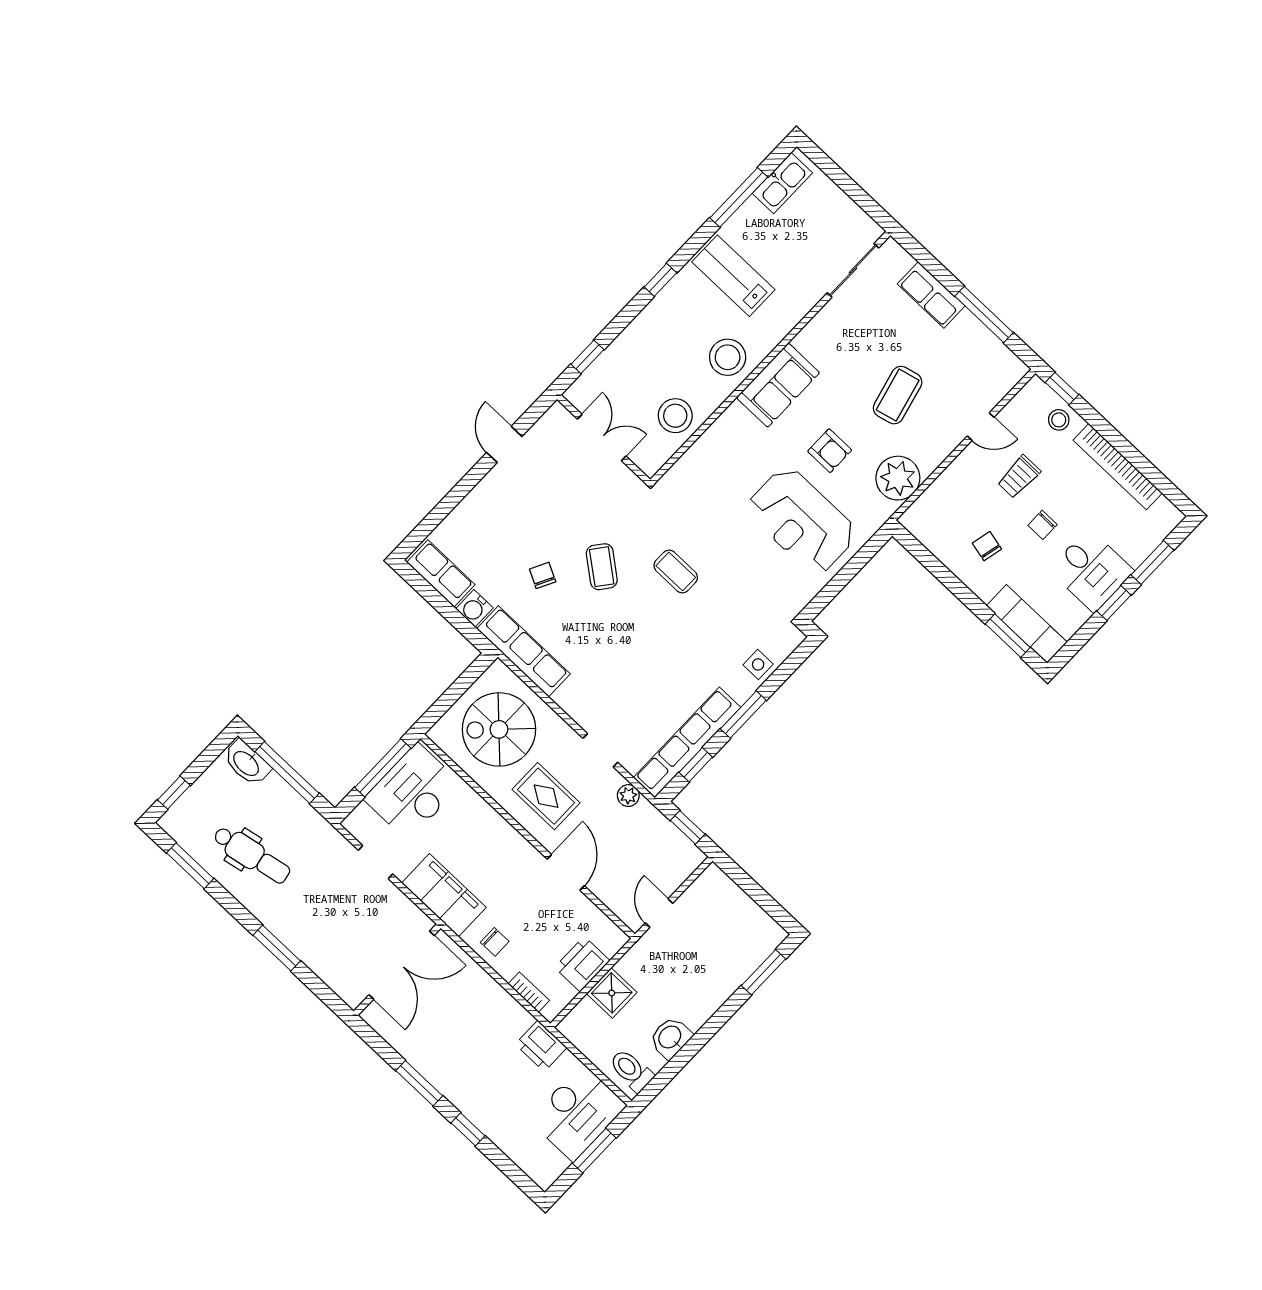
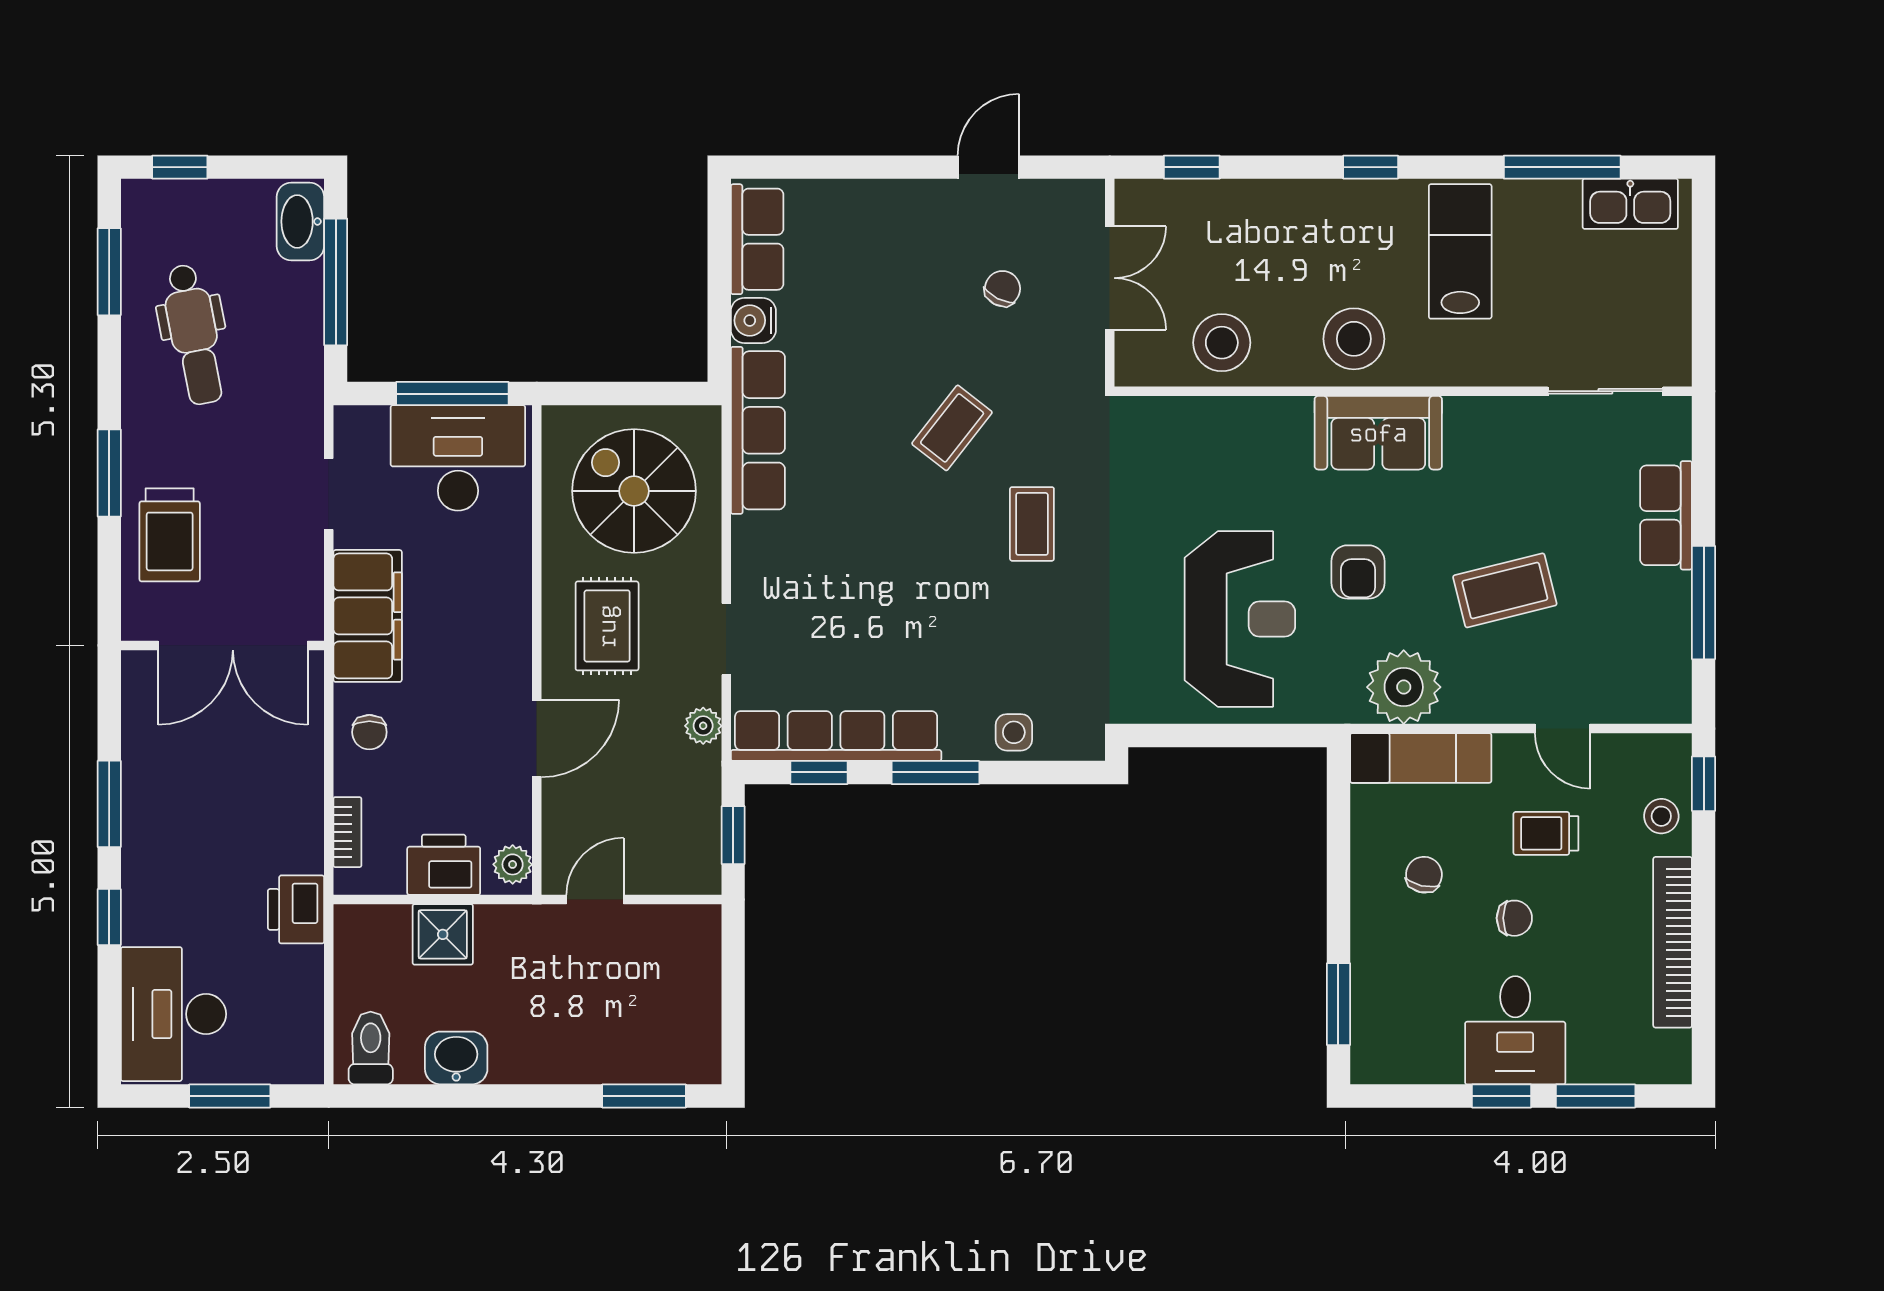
reception desk: (802, 521) -> (1240, 619), turned 180
chair: (1043, 525) -> (1514, 918), turned 180
chair: (543, 575) -> (1002, 289), moved
exam couch: (1027, 624) -> (1421, 758), moved, turned 90
plant: (610, 934) -> (513, 864), added
trolley: (328, 947) -> (170, 535), added
desk: (578, 1113) -> (173, 1014), moved, turned 90

